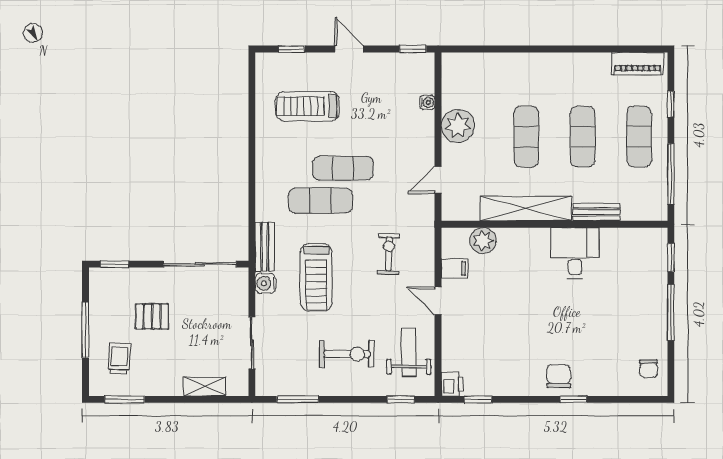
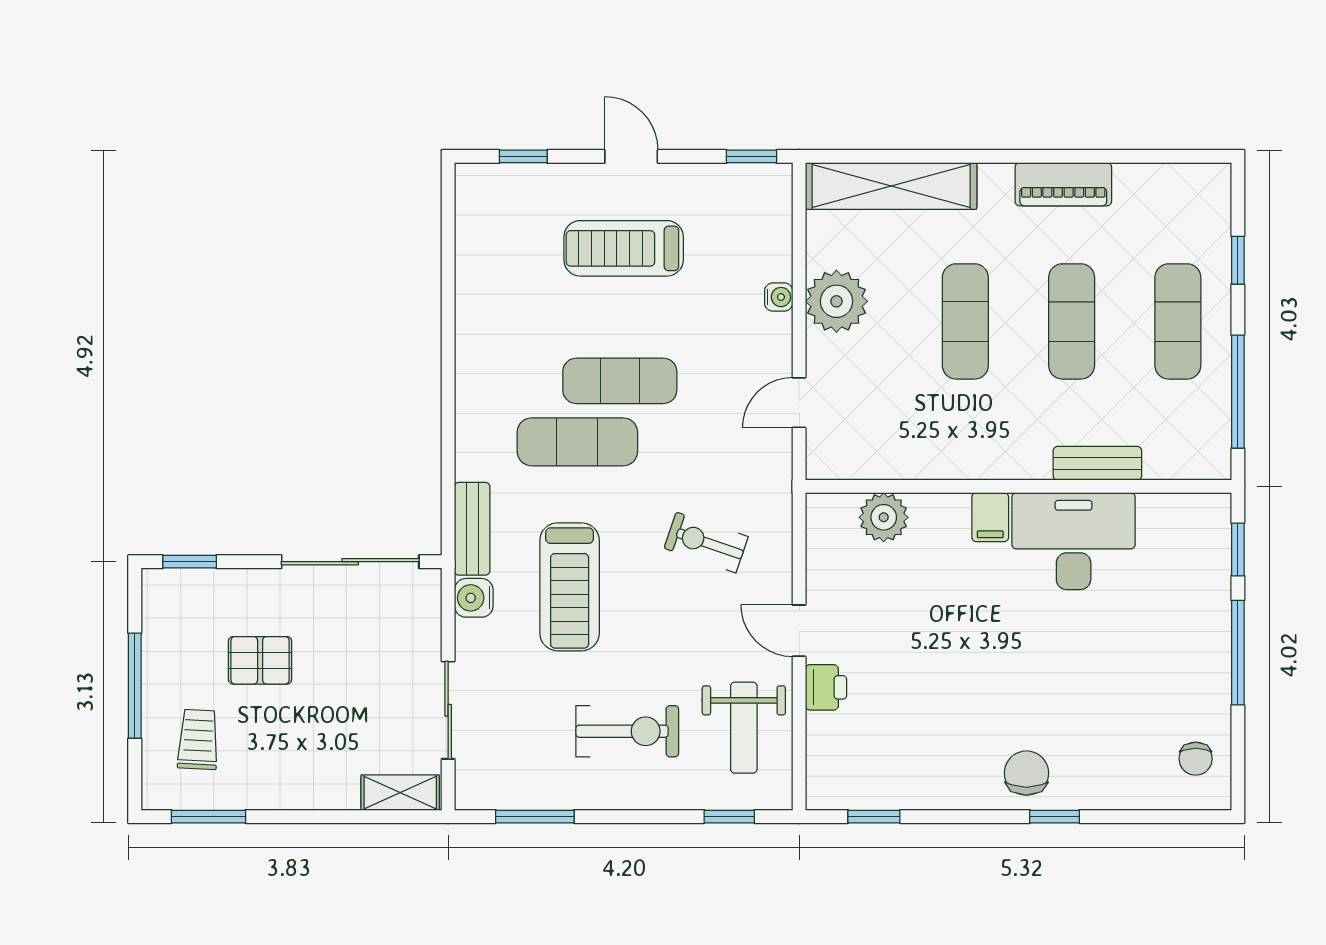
piano: (638, 64) -> (1063, 184), moved
water cooler: (427, 102) -> (779, 297), moved
treadmill: (307, 106) -> (624, 248), moved
shelving: (526, 208) -> (891, 186), moved
desk: (575, 253) -> (1074, 541), width x1.37
exercise bike: (389, 254) -> (706, 543), turned -72
filing cabinet: (454, 268) -> (990, 517), moved, turned 90
weight bench: (409, 352) -> (744, 728), turned 180
printer: (452, 384) -> (826, 687), moved
shelving: (205, 387) -> (400, 793), moved

